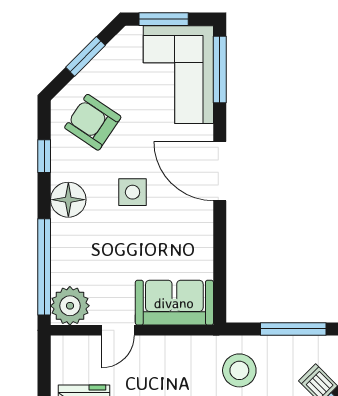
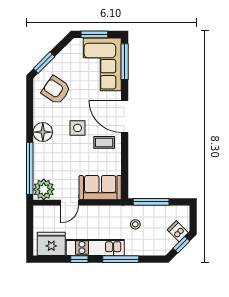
window: (86, 56) -> (44, 63), moved
window: (44, 156) -> (30, 108), removed
coffee table: (182, 219) -> (104, 142), added
window: (293, 329) -> (151, 202), moved
stool: (239, 370) -> (135, 224), width x0.53, depth x0.53

